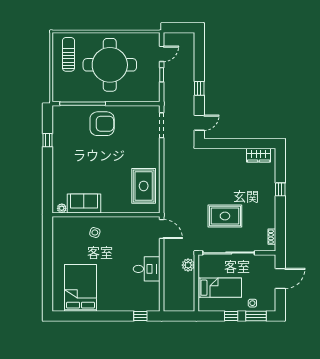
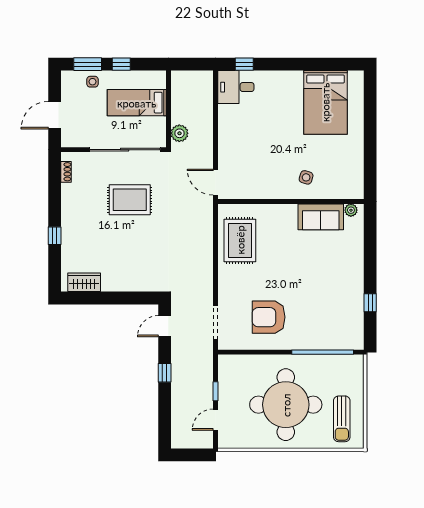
armchair: (102, 124) -> (269, 317), moved
desk: (147, 269) -> (236, 87), moved

